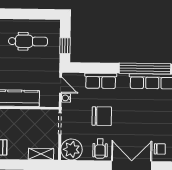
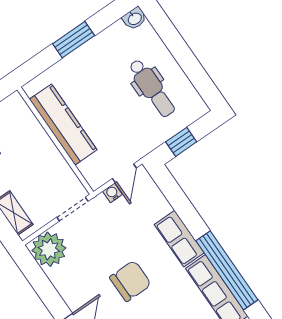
row of seats: (101, 81) -> (179, 239), moved
chair: (102, 116) -> (130, 281), moved, turned -90
wheelchair: (100, 149) -> (77, 287), removed

